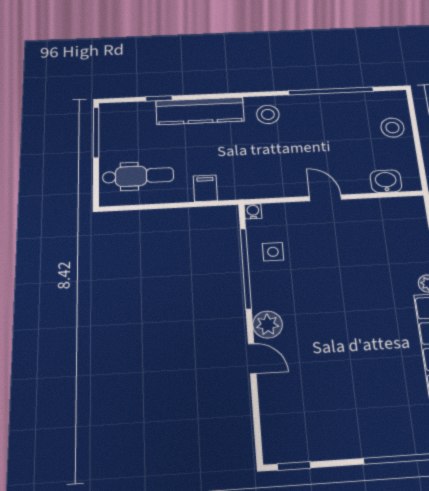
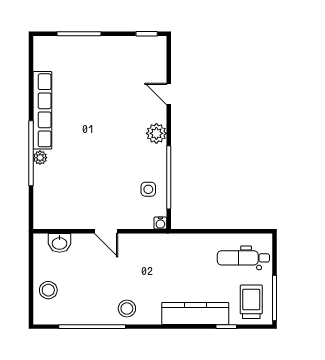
stool: (268, 114) -> (127, 309), moved
trolley: (127, 127) -> (251, 302), added
filing cabinet: (205, 188) -> (194, 245), removed
door: (252, 359) -> (169, 94), moved

